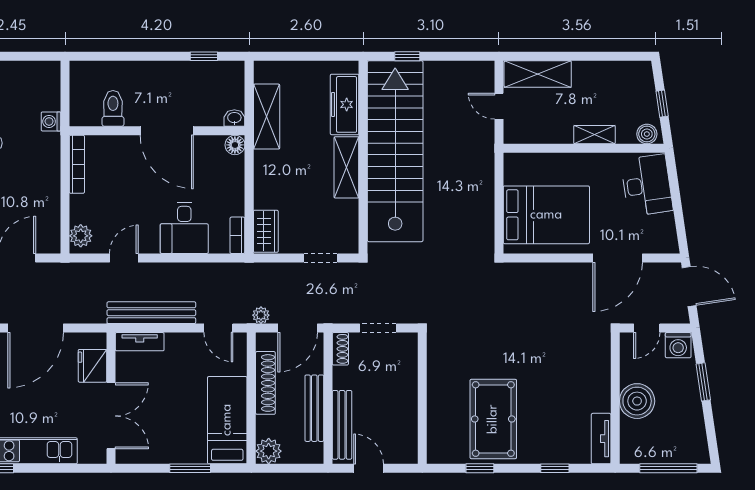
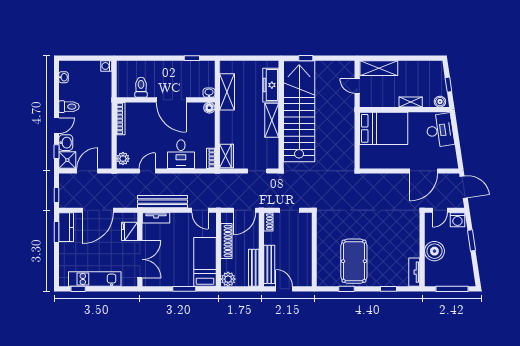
washing machine: (51, 121) -> (106, 66), moved
bed: (546, 215) -> (384, 128), moved
plant: (261, 315) -> (224, 203), removed
bench: (314, 408) -> (254, 268), moved

